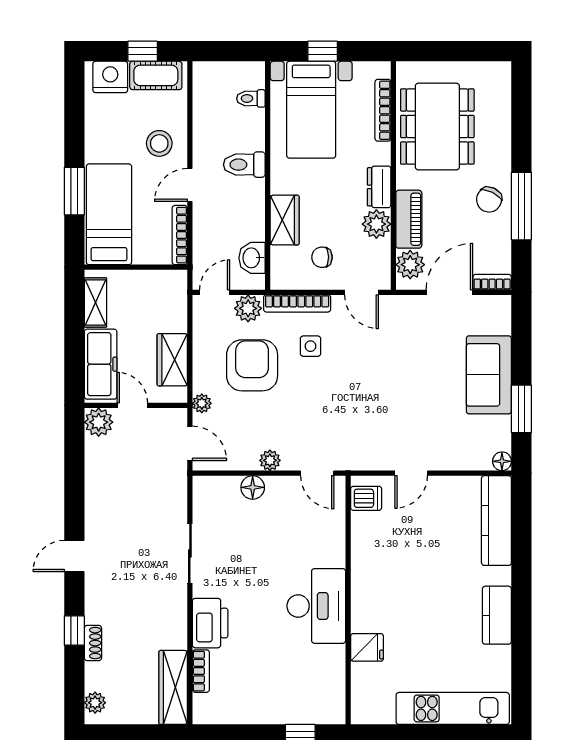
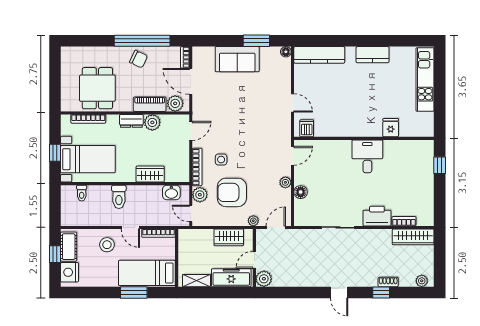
dining table: (437, 127) -> (97, 88), width x0.73
window: (521, 206) -> (142, 41), width x1.46
chair: (322, 257) -> (171, 153), removed
desk: (316, 606) -> (367, 156), width x0.73

